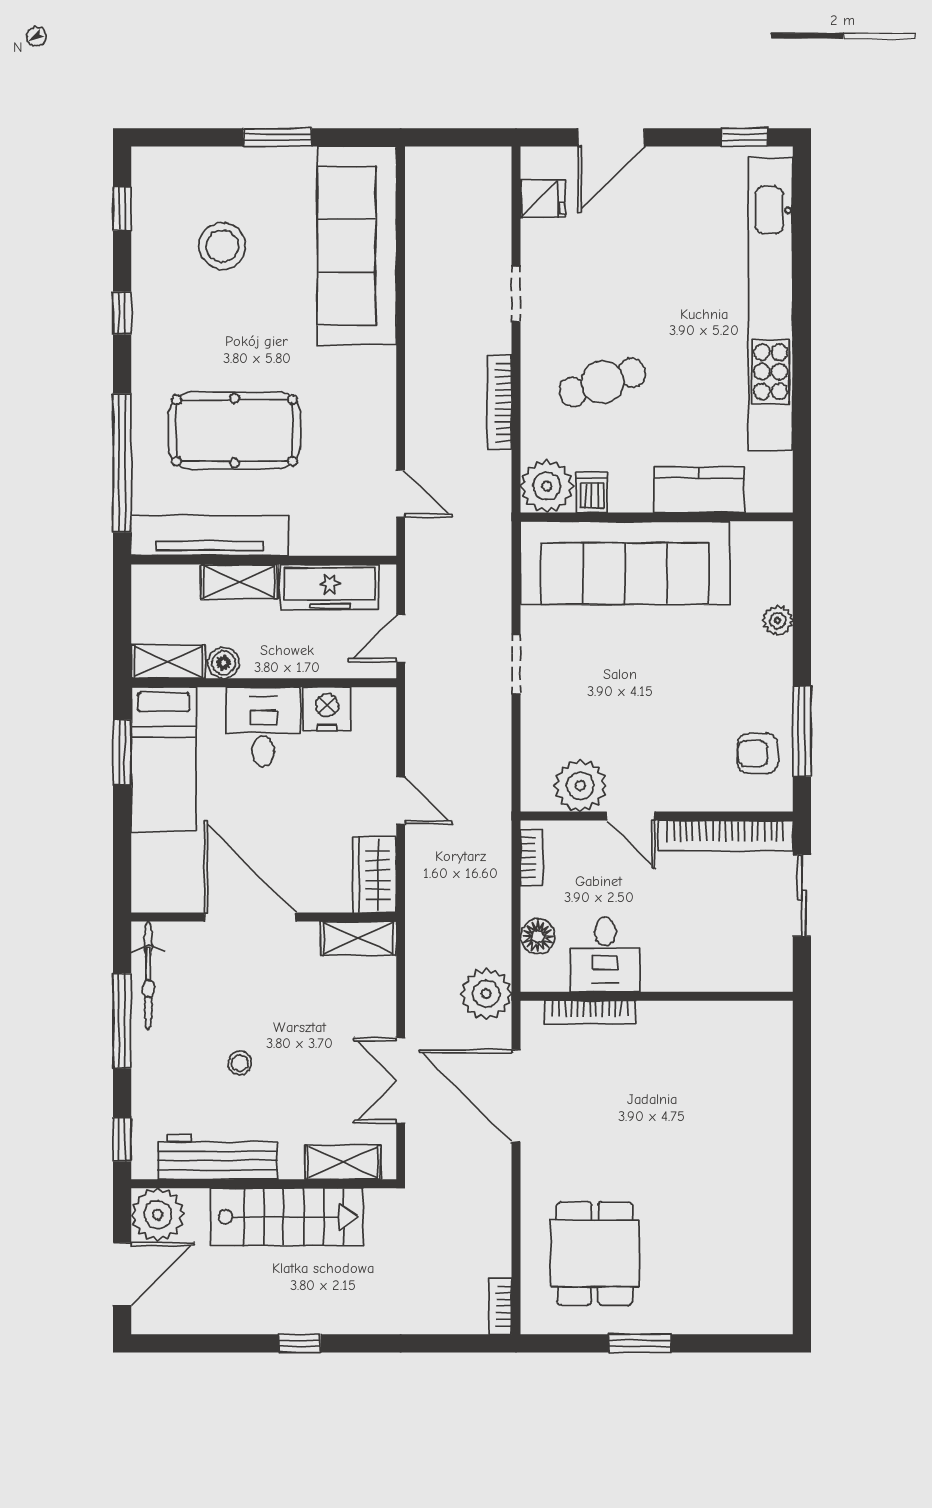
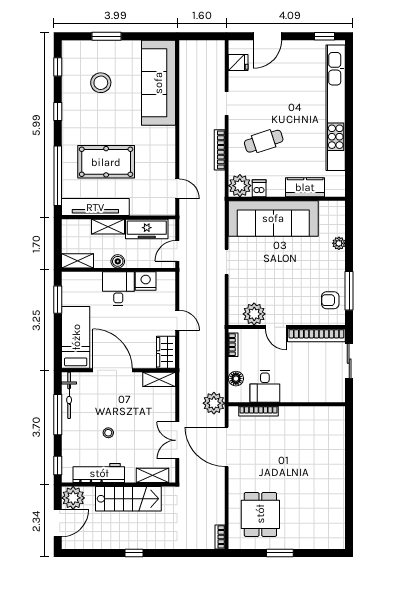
window: (277, 137) -> (106, 36), moved
boiler: (224, 663) -> (118, 261), moved
bed: (164, 759) -> (76, 337), moved, turned 180

